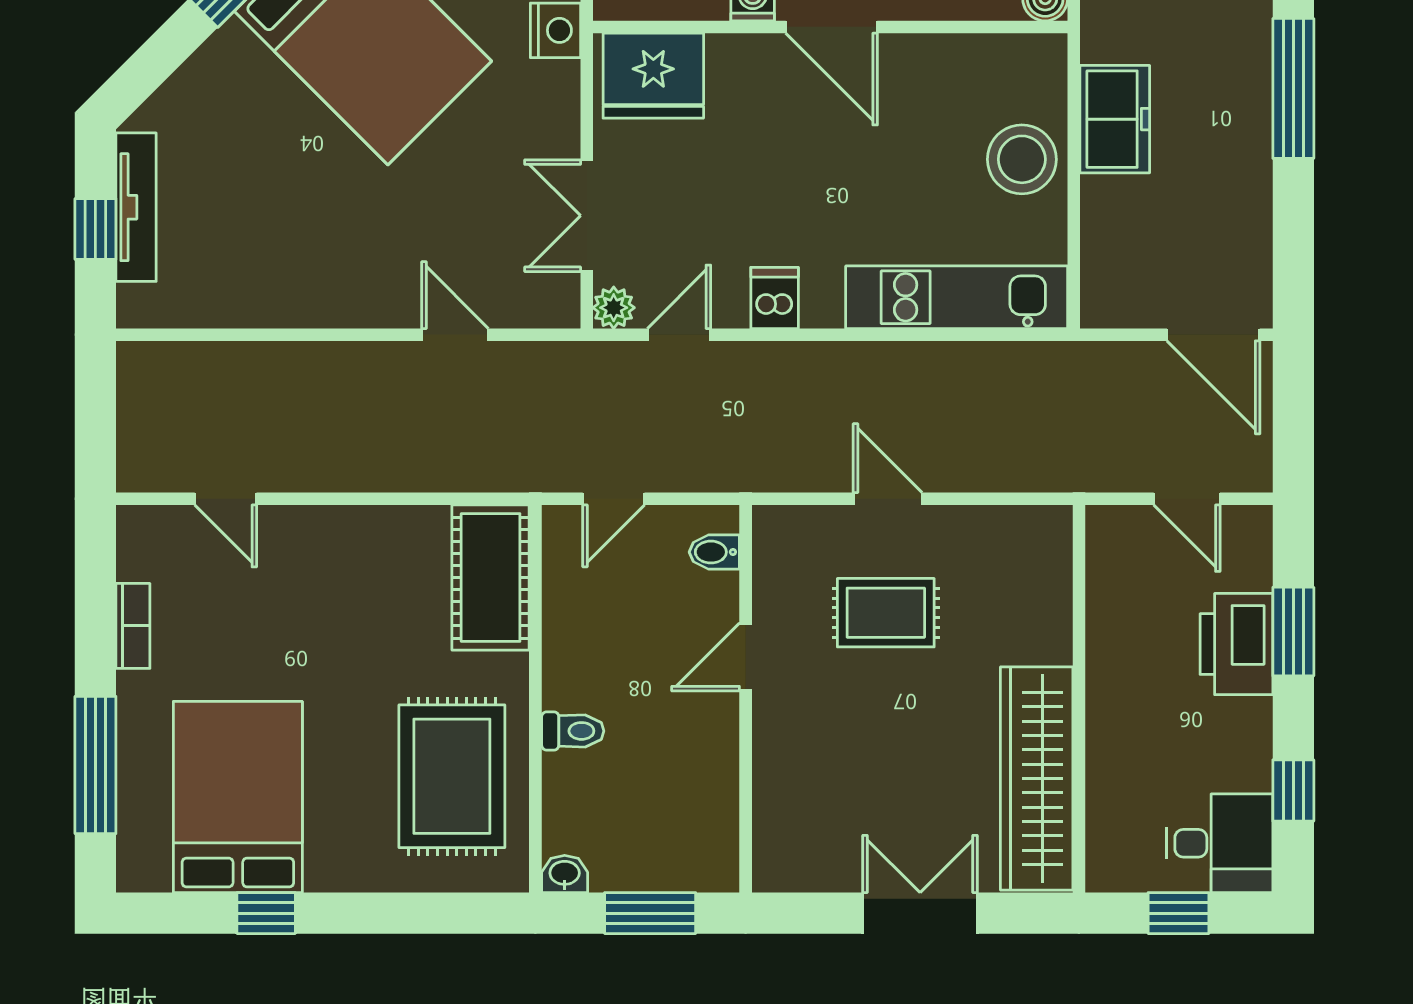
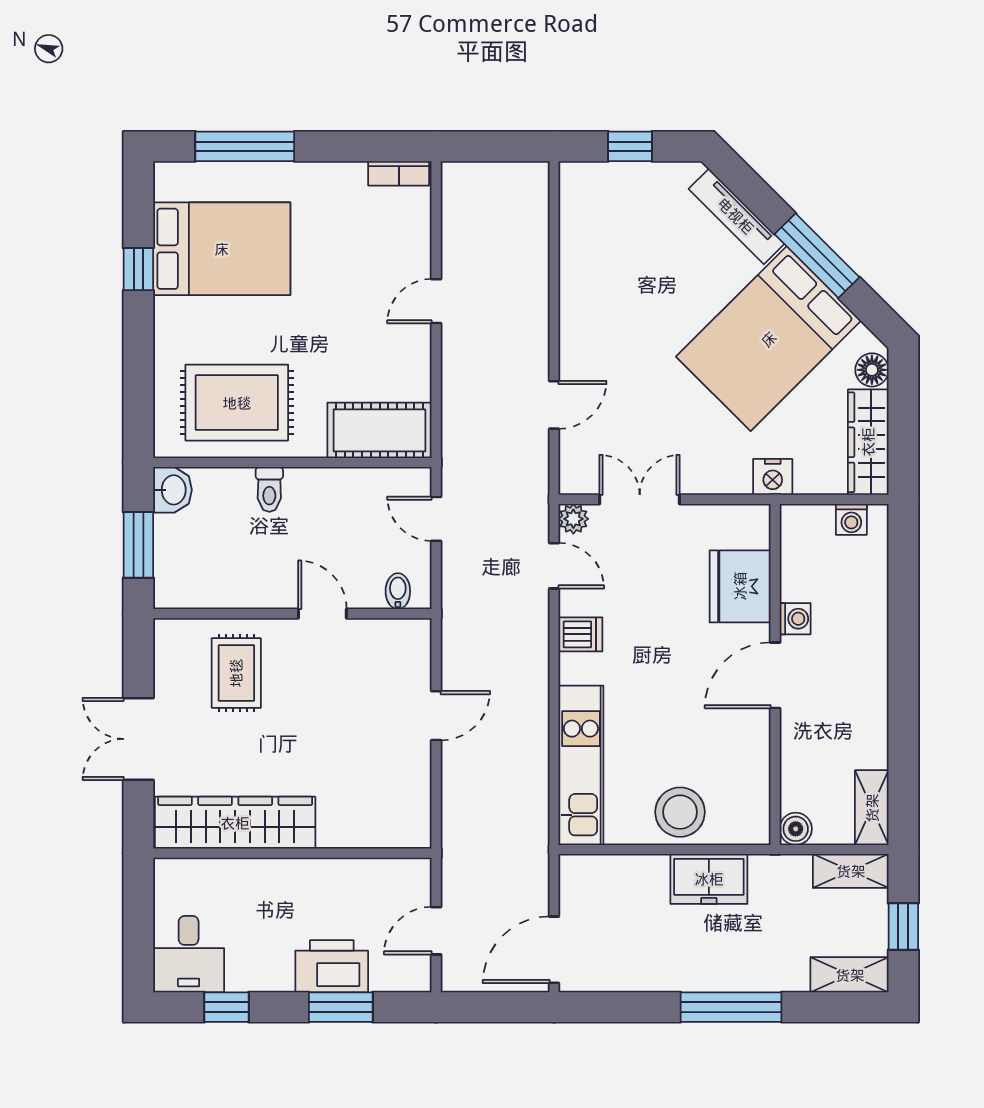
fridge: (653, 76) -> (740, 586), moved
tv unit: (136, 207) -> (736, 216), moved, turned 45
door: (226, 499) -> (436, 301), moved
rug: (886, 613) -> (236, 673), moved
bookcase: (133, 626) -> (399, 173), moved
washbasin: (565, 874) -> (173, 490), width x1.38, depth x1.45
double door: (920, 913) -> (138, 739), swing flipped
window: (1179, 913) -> (138, 925), removed

